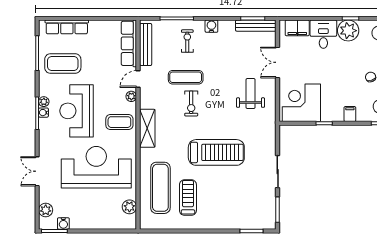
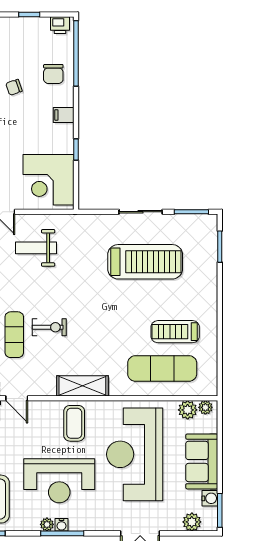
plant: (131, 96) -> (205, 407), moved
treadmill: (216, 152) -> (145, 262), moved, turned 90
sofa: (91, 217) -> (202, 461), added

